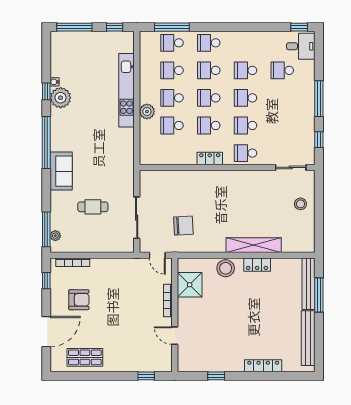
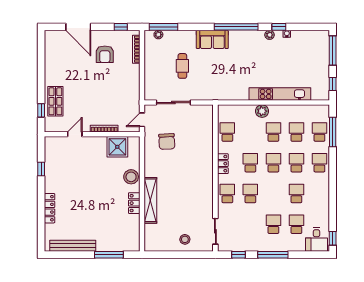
plant: (61, 98) -> (270, 35), width x0.53, depth x0.53
school desk: (246, 98) -> (273, 224), moved
school desk: (172, 125) -> (227, 132), moved
bench: (309, 284) -> (118, 246), removed
shop shelf: (85, 357) -> (55, 101), moved

